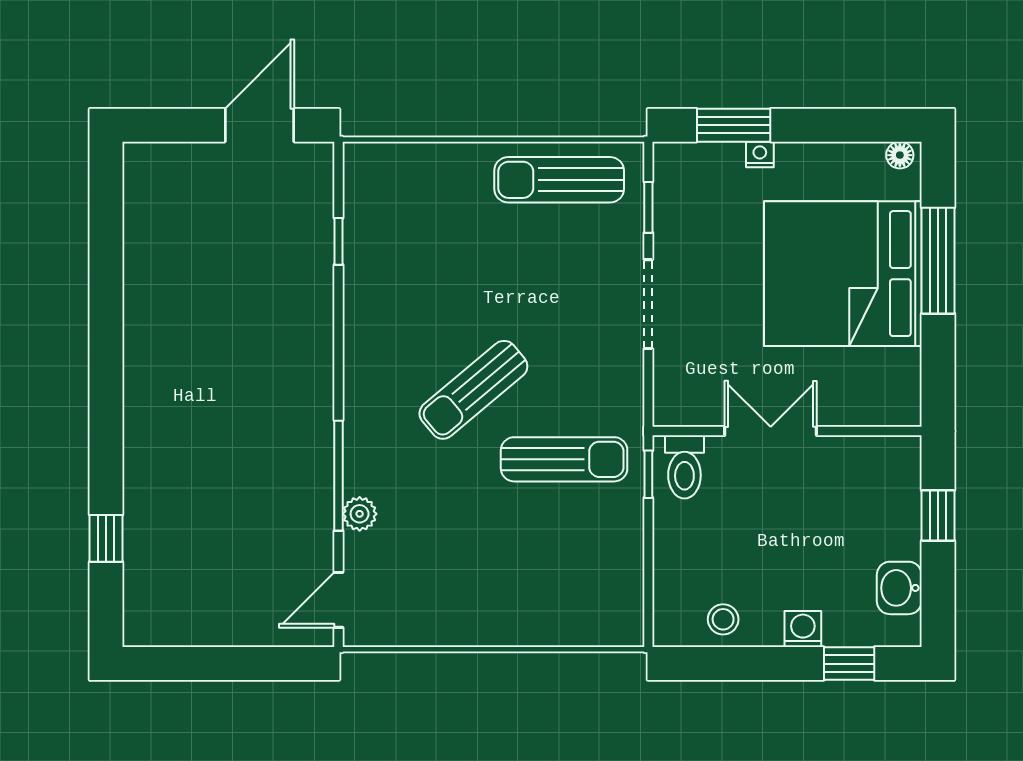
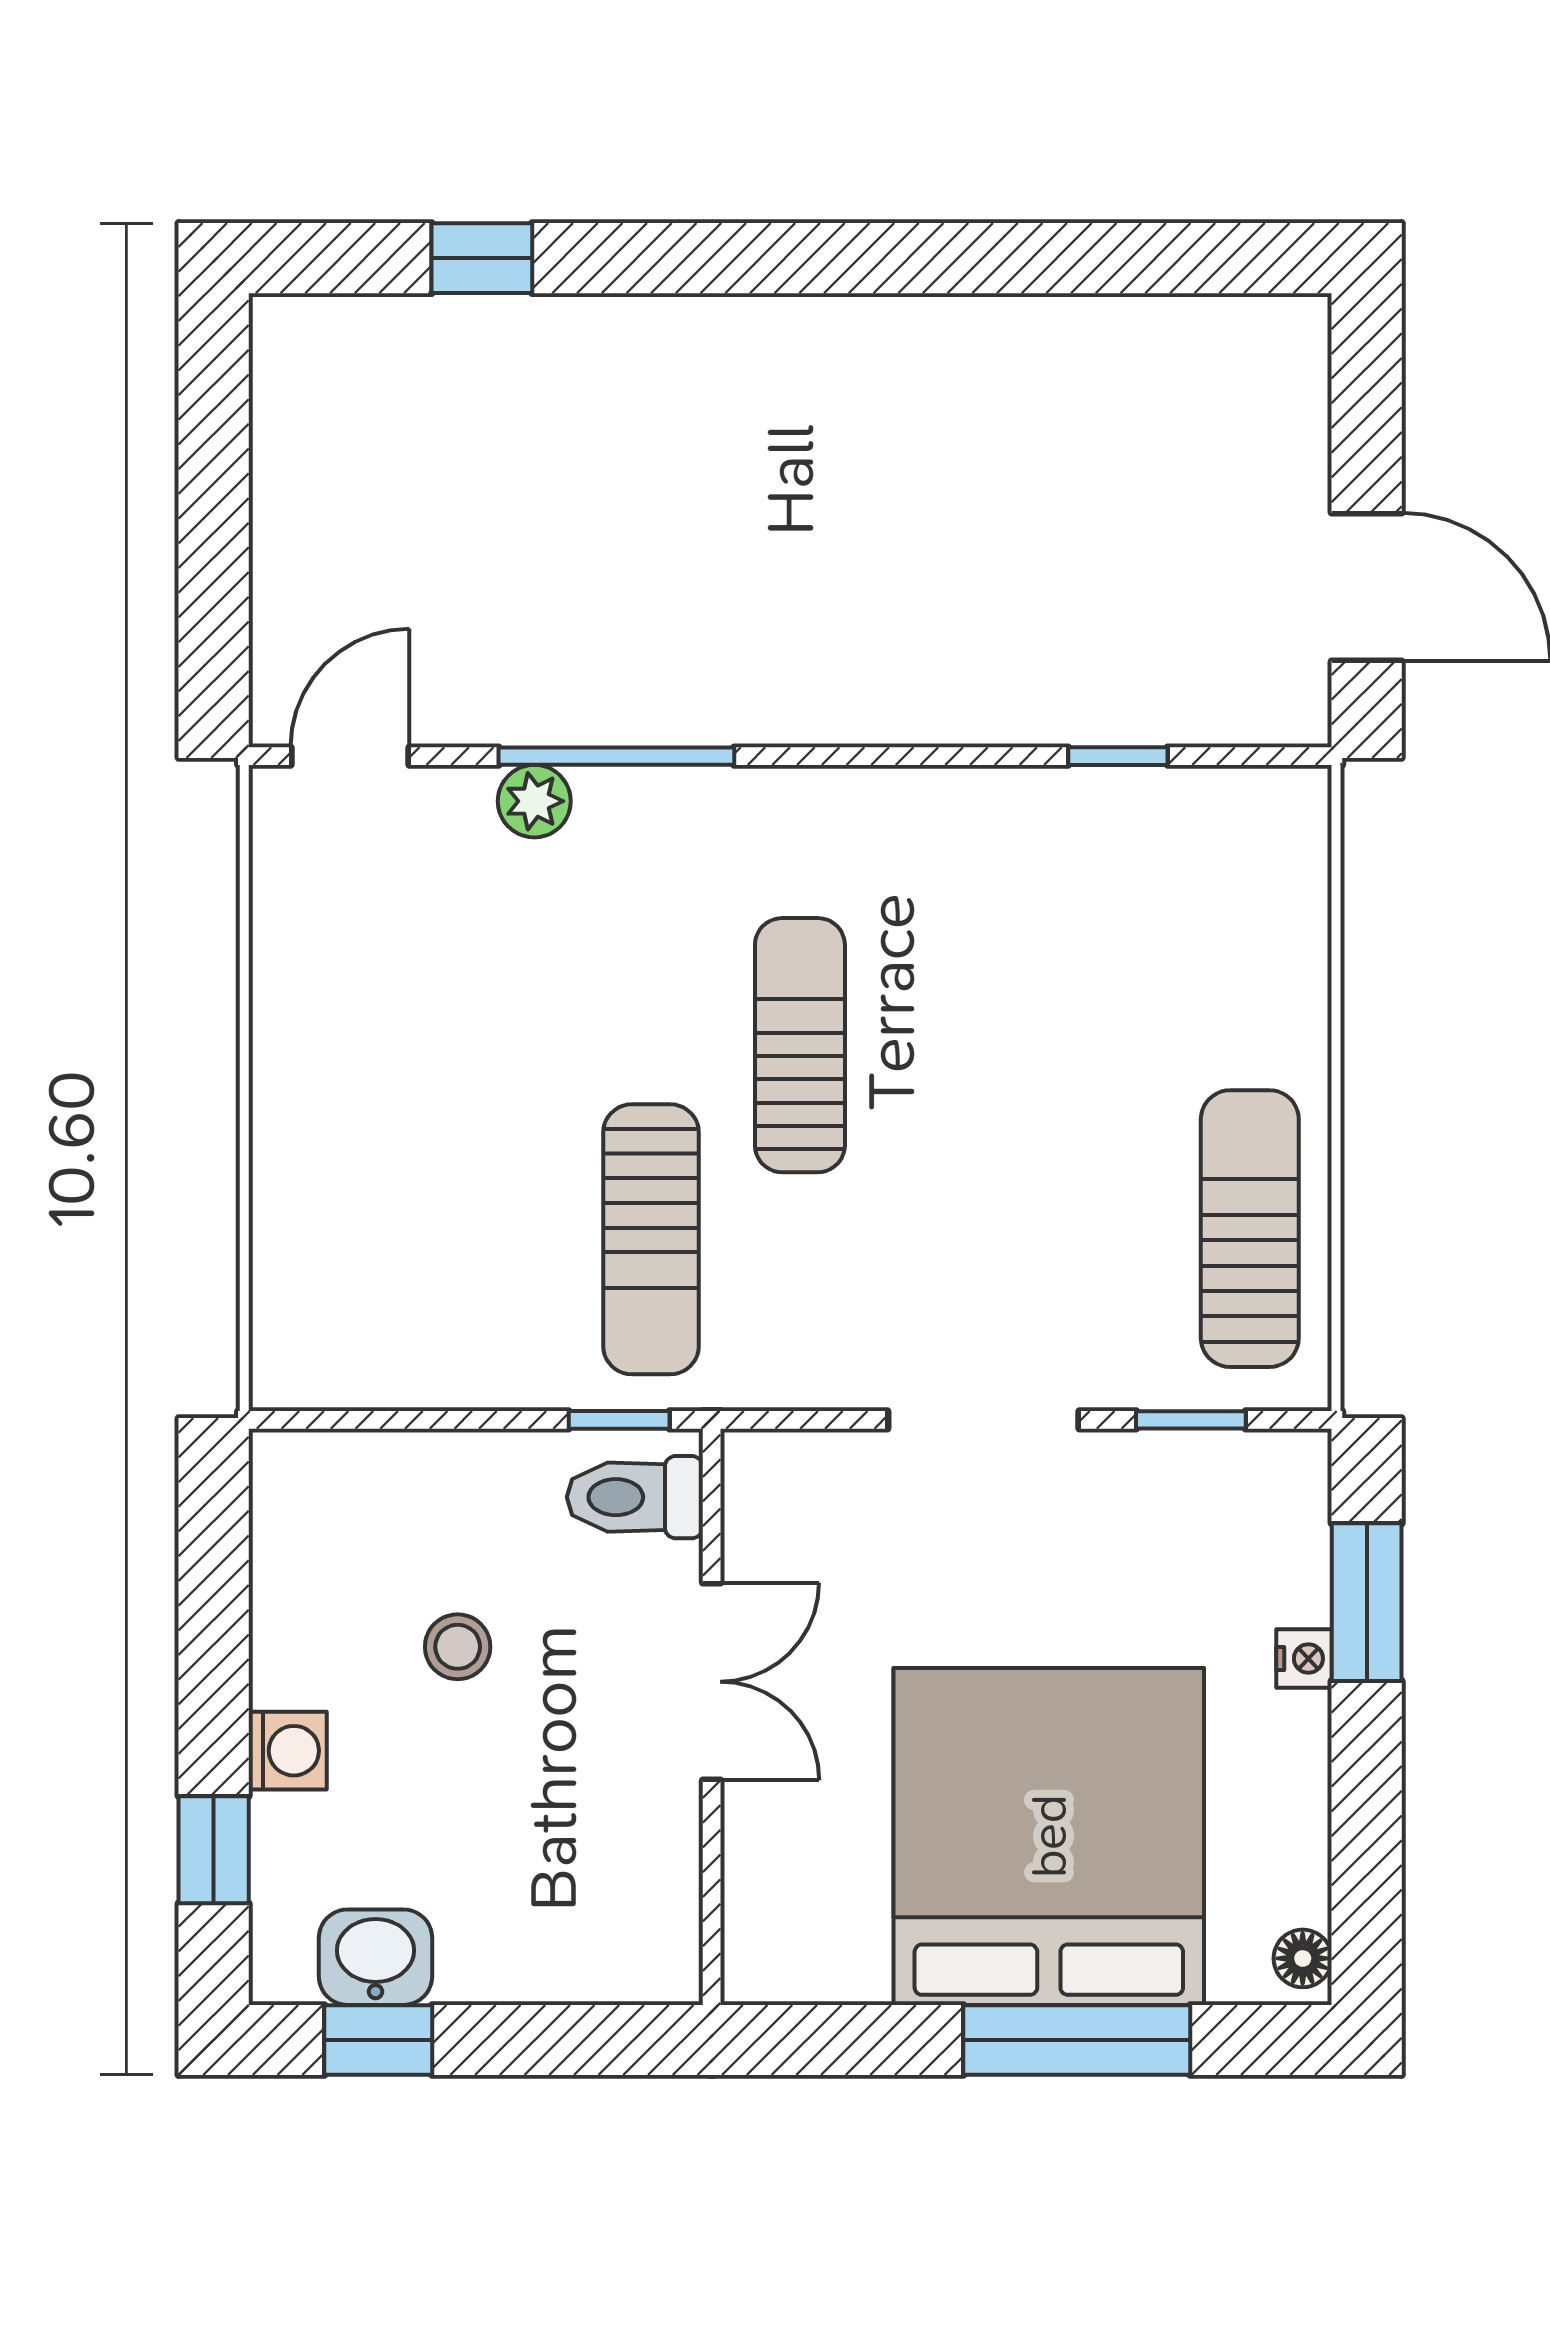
sun lounger: (473, 390) -> (800, 1045), turned 40
window: (938, 515) -> (378, 2040), moved
door: (338, 600) -> (350, 756), hinge flipped
stool: (723, 619) -> (458, 1647), moved

